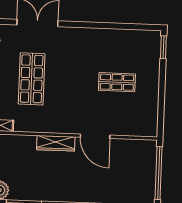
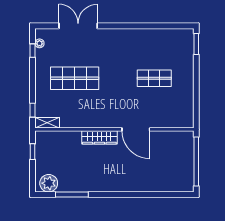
shop shelf: (32, 79) -> (75, 78), turned 90

